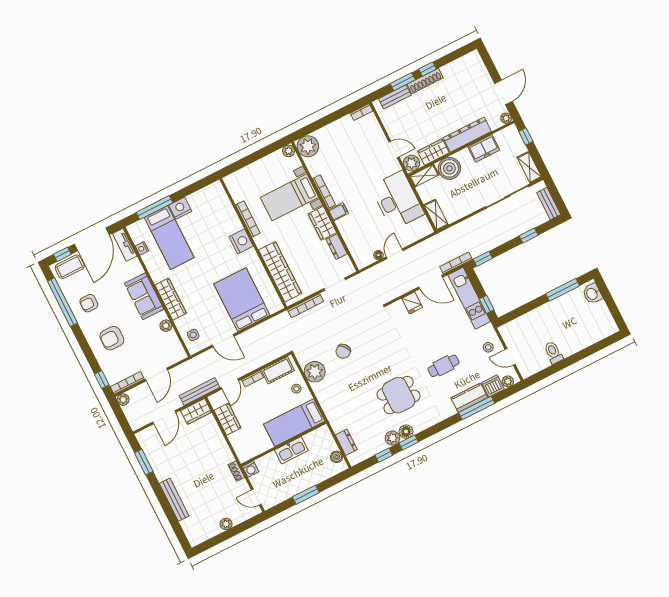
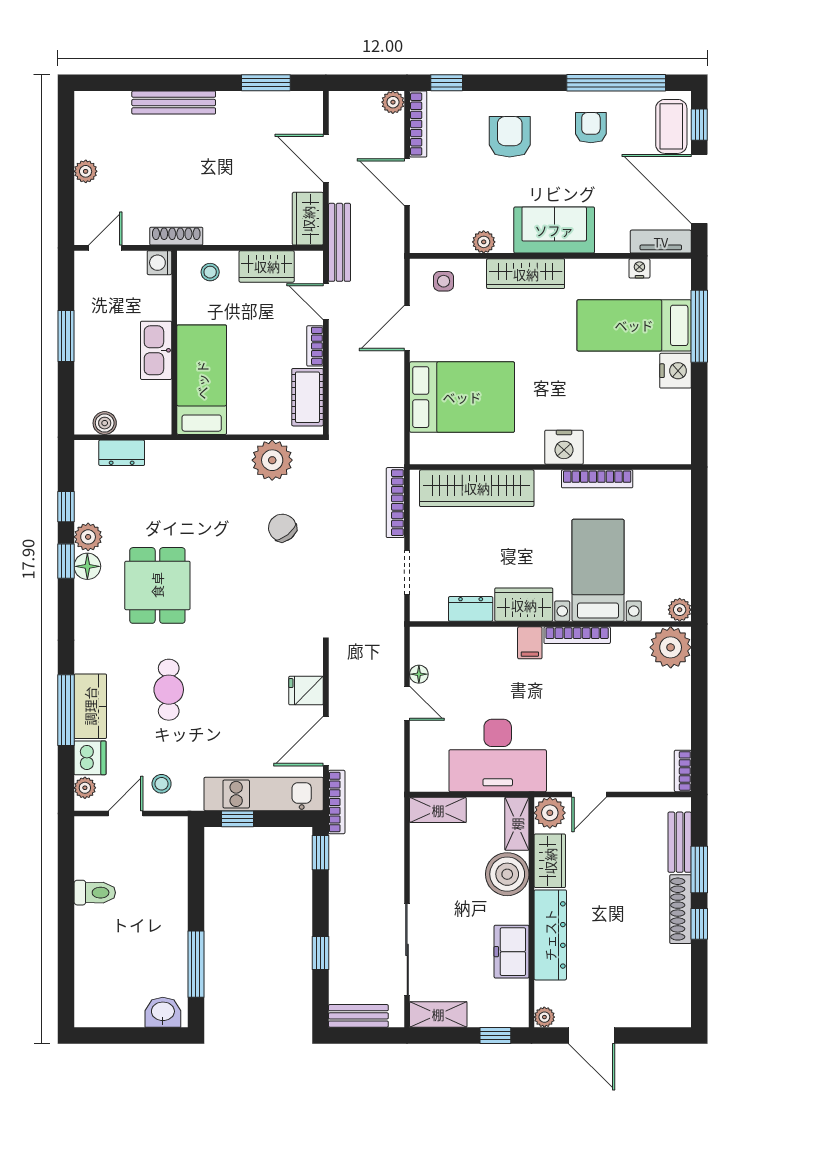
stool: (296, 389) -> (210, 272), moved
shoe rack: (236, 471) -> (176, 236), width x1.43

